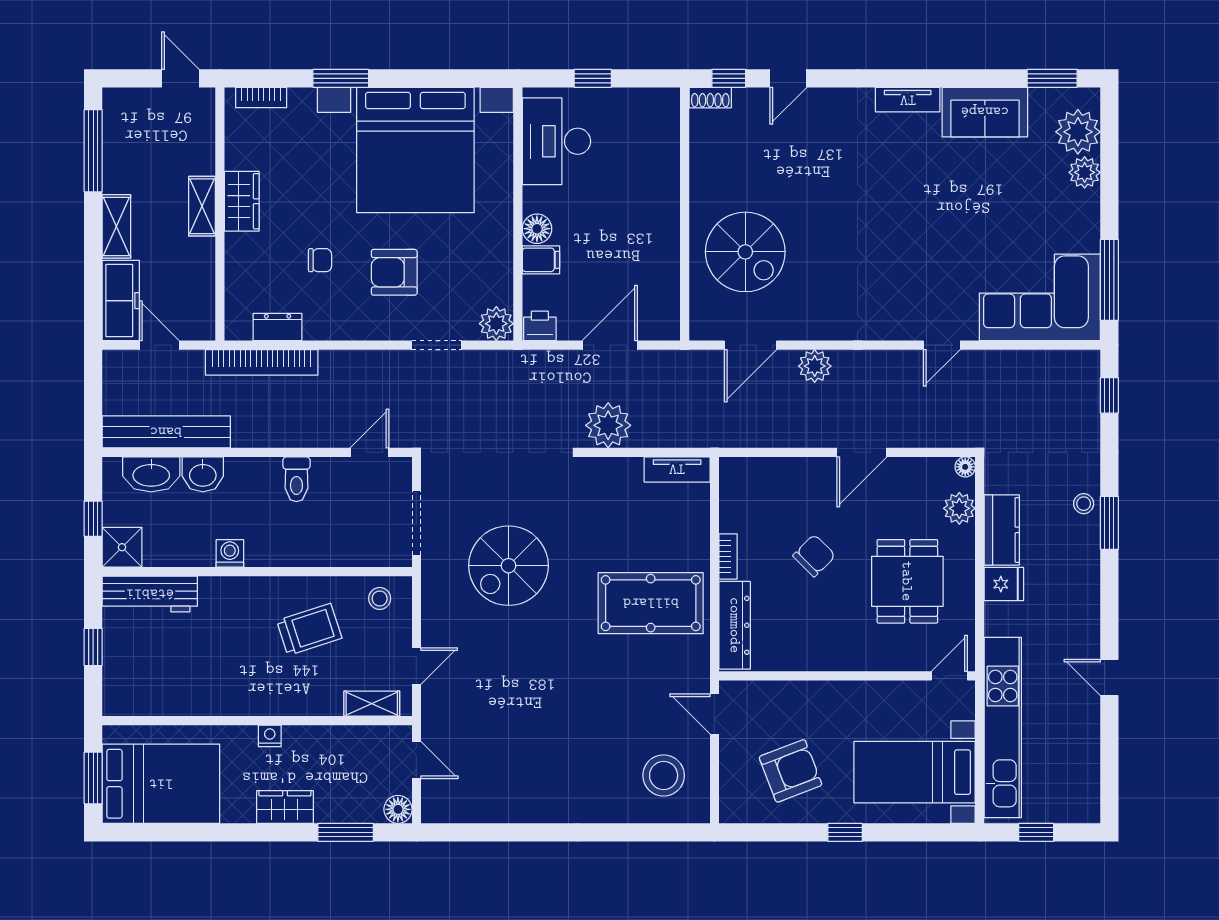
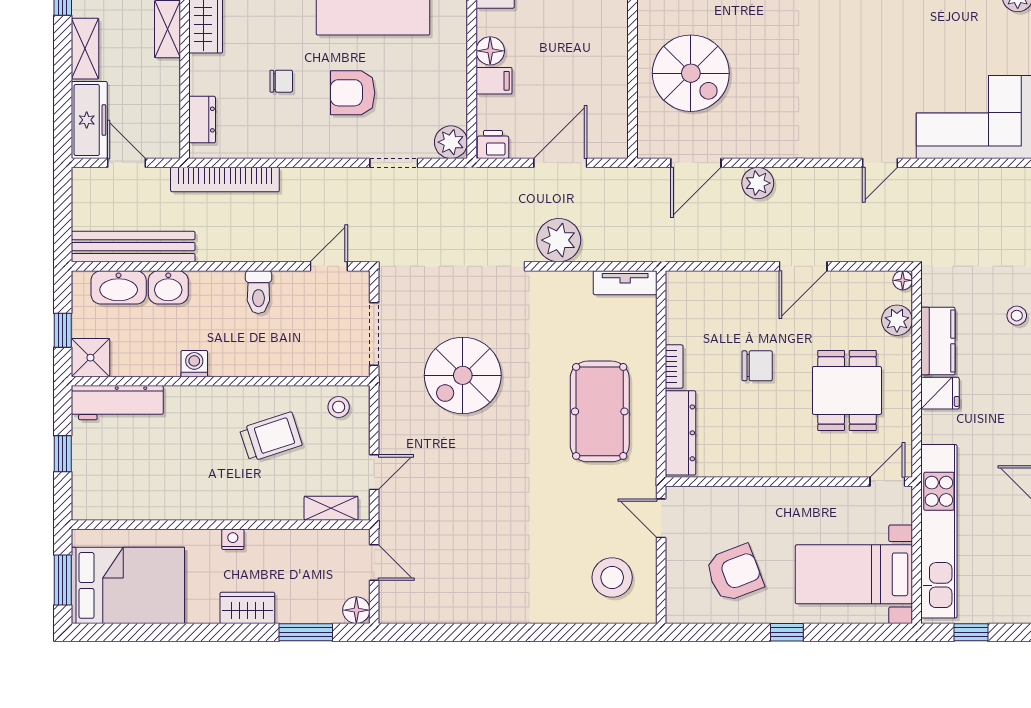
dresser: (278, 327) -> (202, 120), moved, turned 90
chair: (814, 556) -> (757, 366), turned 45
pool table: (651, 603) -> (600, 411), turned 90

